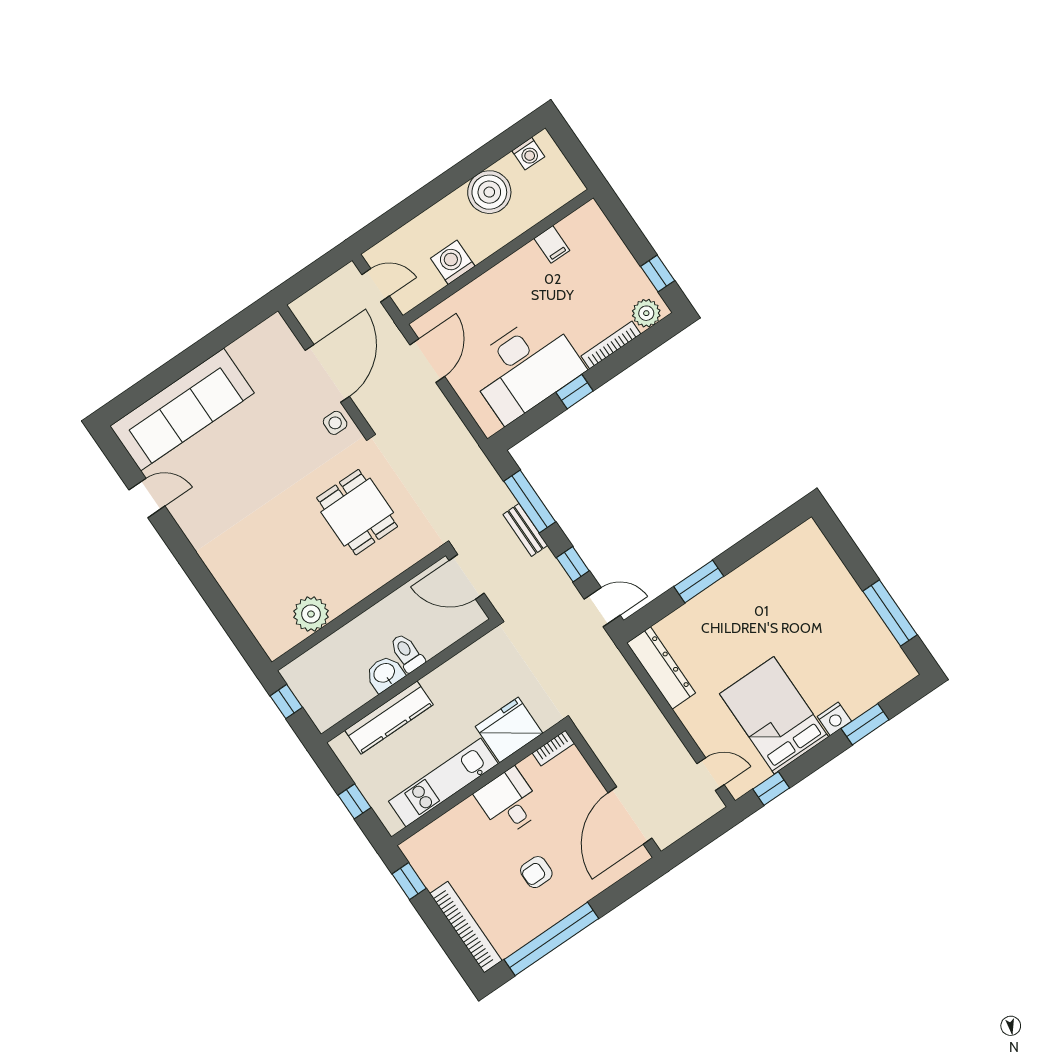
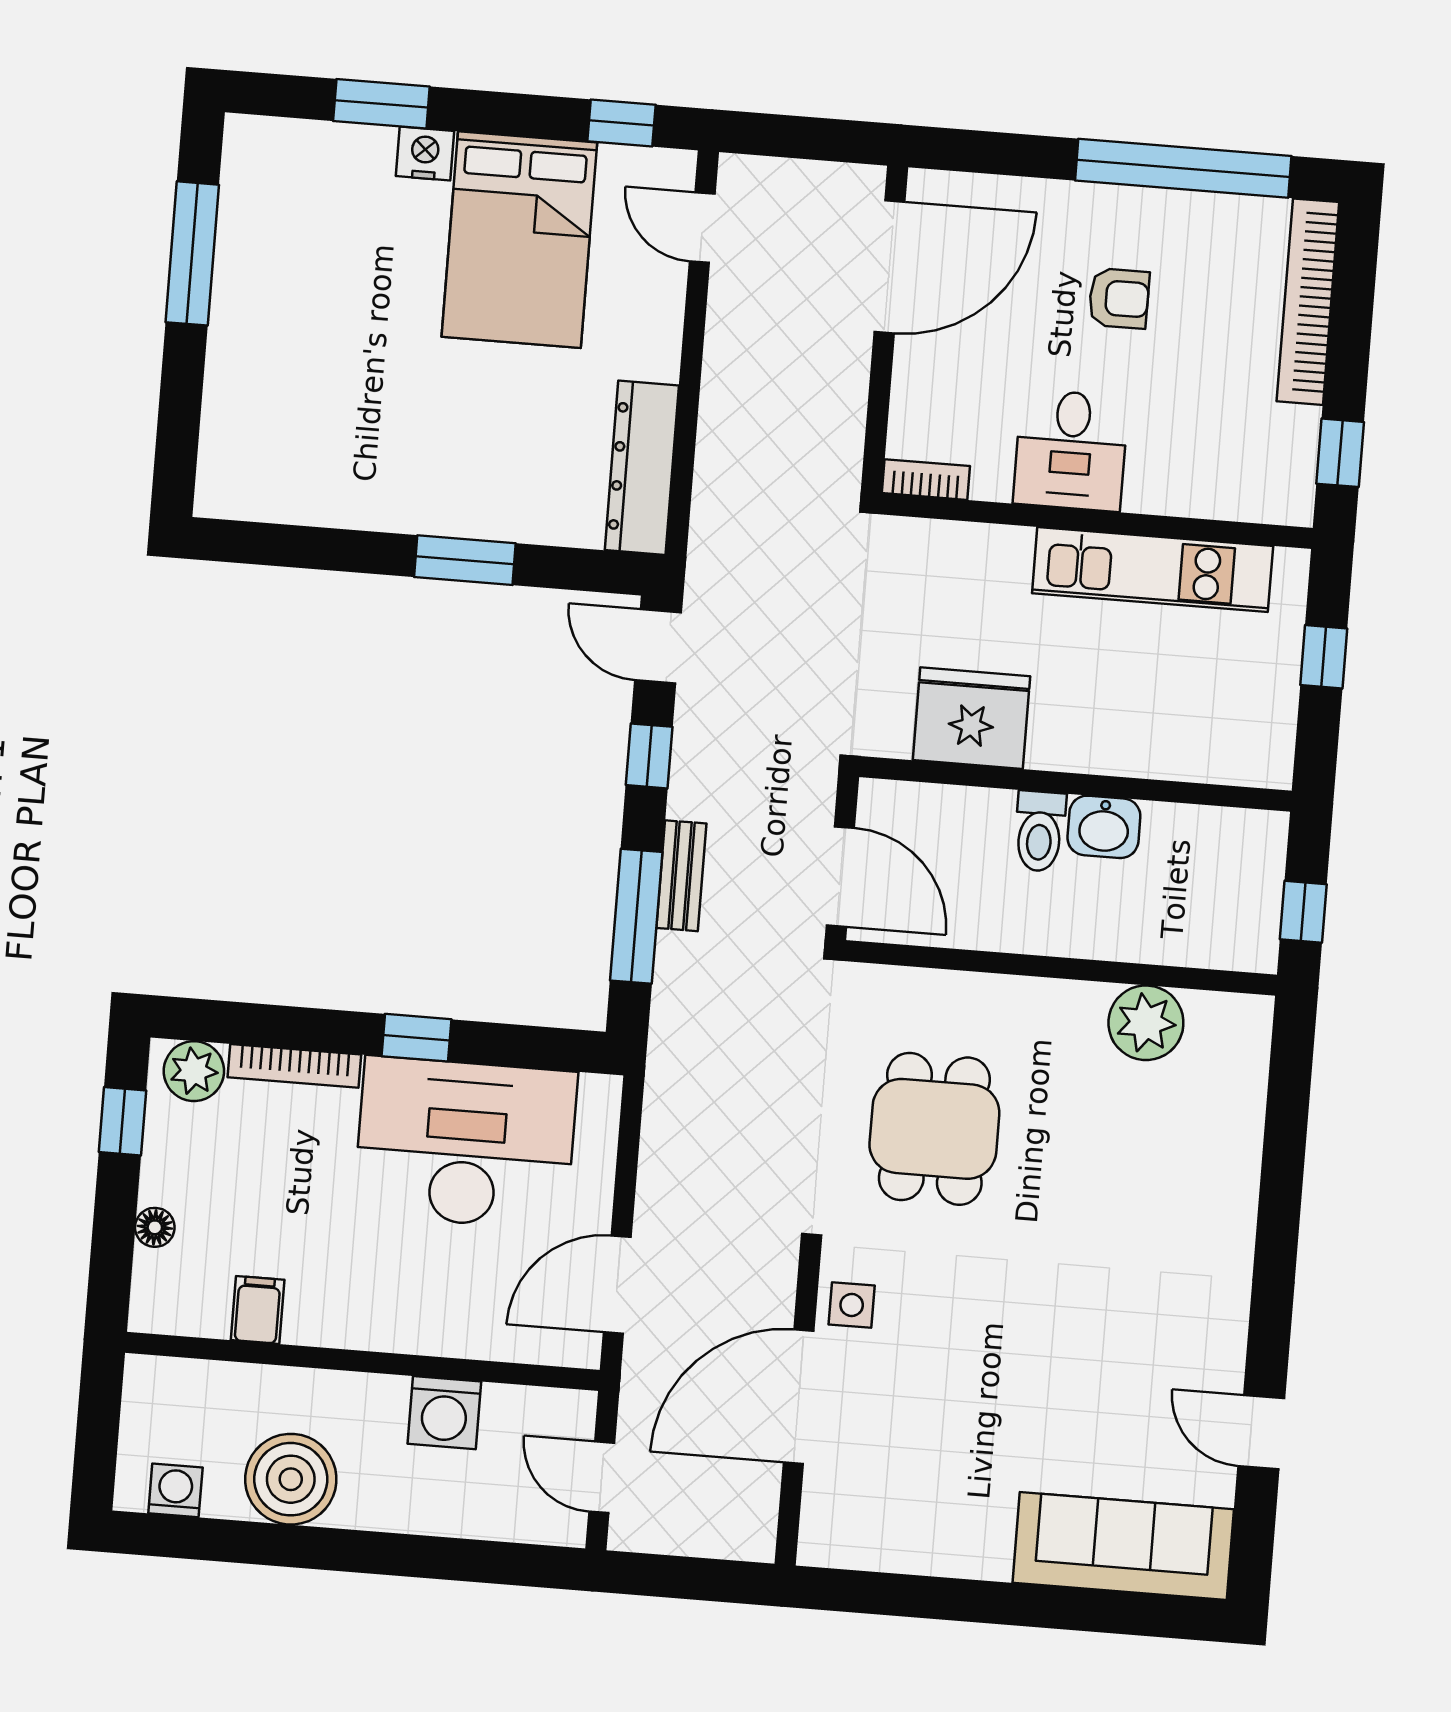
floor lamp: (614, 244) -> (155, 1227), added
sofa: (182, 410) -> (1123, 1546), width x0.74, depth x0.79
kitchen counter: (389, 718) -> (1155, 749), removed
fridge: (509, 730) -> (972, 718), moved, turned 180

